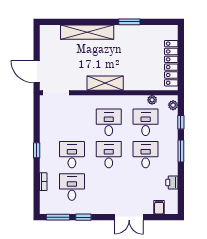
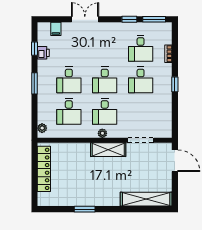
shelving: (87, 32) -> (146, 199), moved
doorway: (56, 93) -> (141, 140), moved
plant: (152, 100) -> (102, 133), moved
window: (181, 122) -> (34, 49), moved

